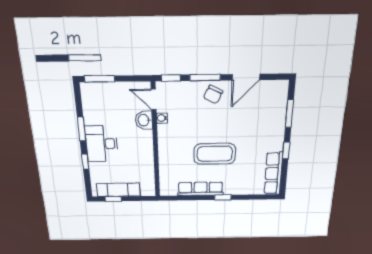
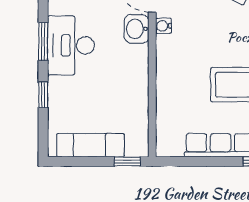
desk: (102, 144) -> (71, 45), moved
window: (113, 199) -> (127, 161), moved

